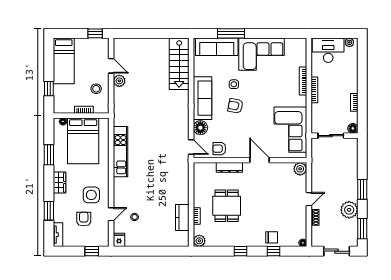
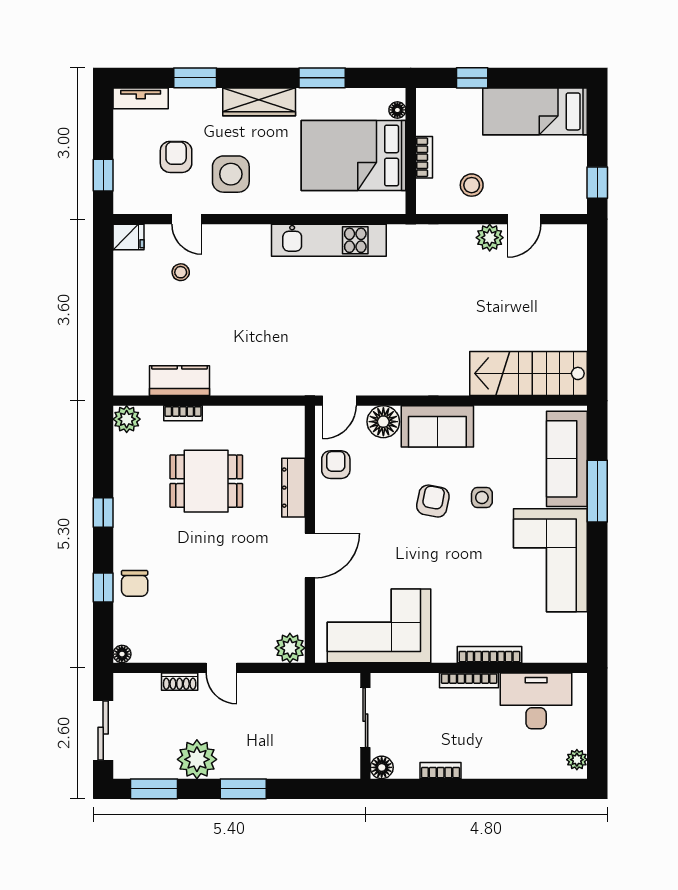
desk: (328, 50) -> (536, 701), moved, turned -90
sofa: (203, 98) -> (437, 426), width x0.73
wardrobe: (60, 182) -> (259, 102), width x1.50
armchair: (84, 219) -> (176, 157), turned -90

